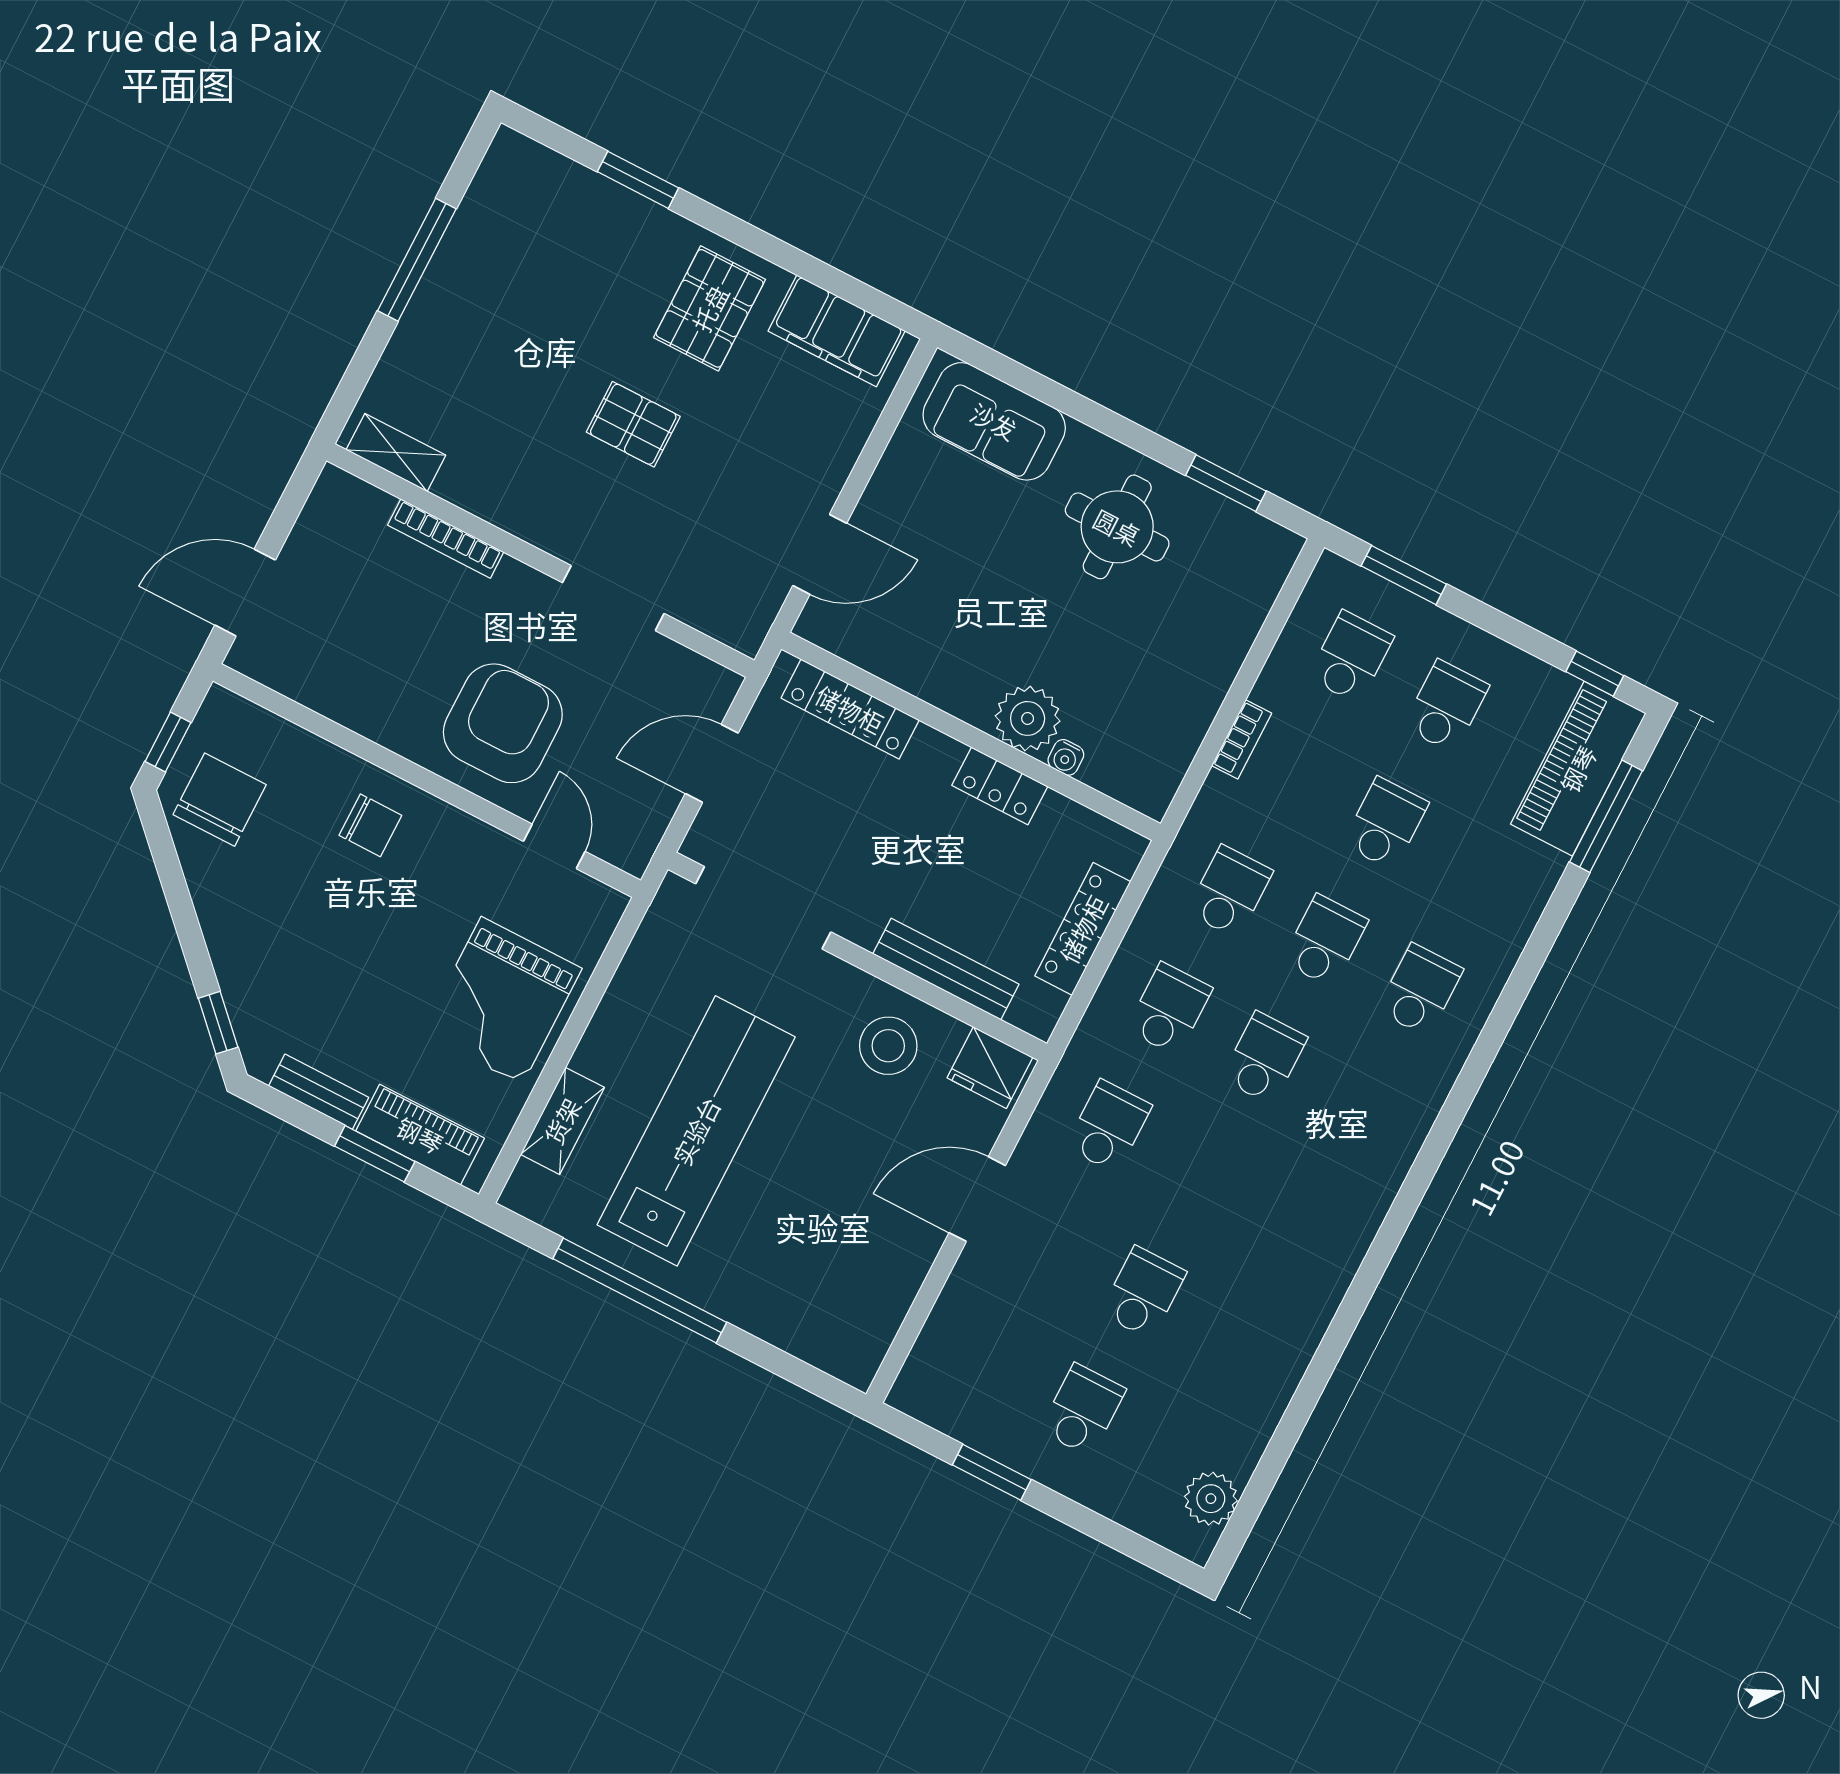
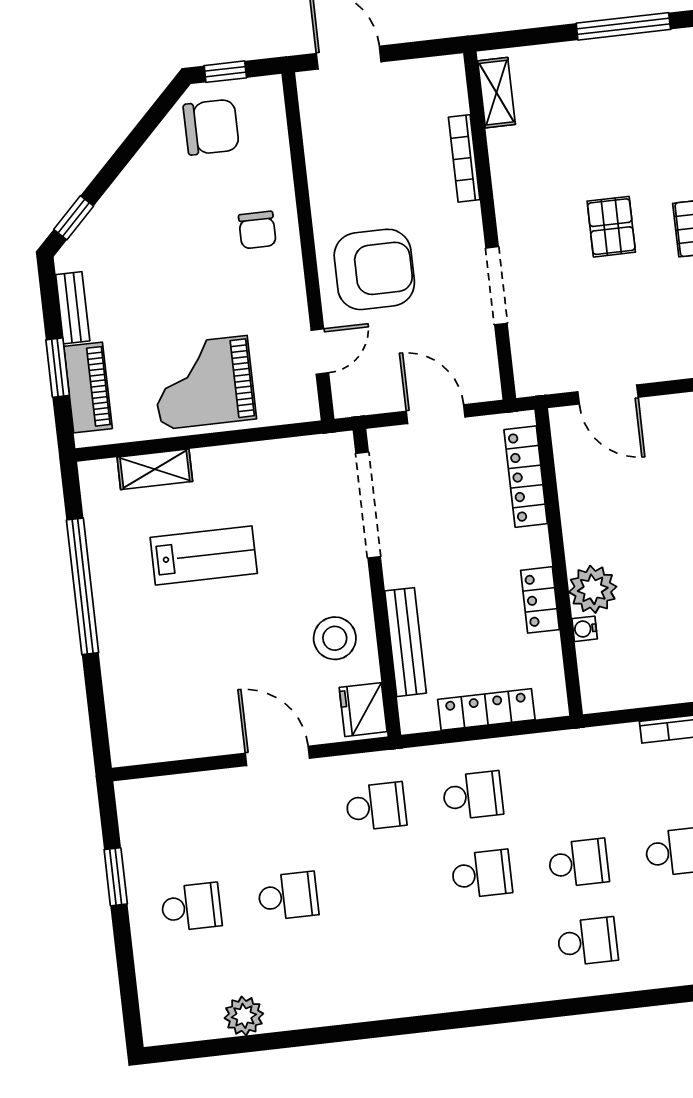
school desk: (1230, 892) -> (570, 784), removed
lab bench: (696, 1131) -> (204, 555), width x0.54, depth x0.72
plant: (1211, 1499) -> (244, 1016), moved

